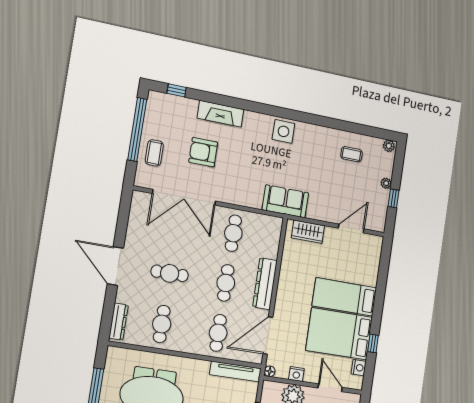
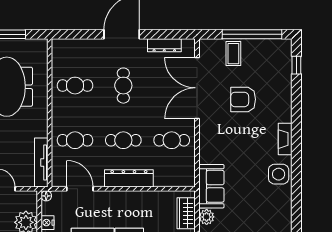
fireplace: (220, 114) -> (285, 139), moved, width x0.73, depth x0.76
armchair: (203, 152) -> (243, 99), turned -90
coffee table: (154, 153) -> (233, 54), turned 90
plant: (315, 212) -> (207, 217), added
dresser: (118, 322) -> (164, 45), moved
door: (268, 335) -> (80, 189), width x0.73

